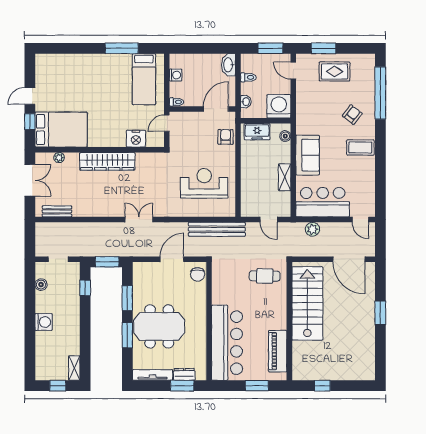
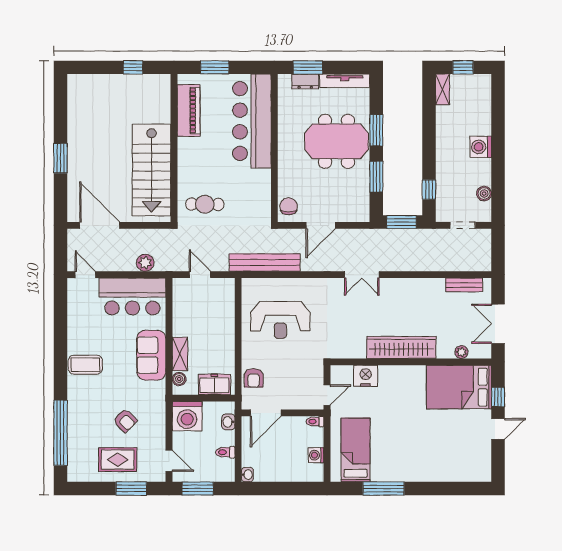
washbasin: (228, 65) -> (247, 475), width x0.52, depth x0.69
armchair: (352, 115) -> (125, 421), moved, turned -83
shelving: (285, 177) -> (180, 354), moved

